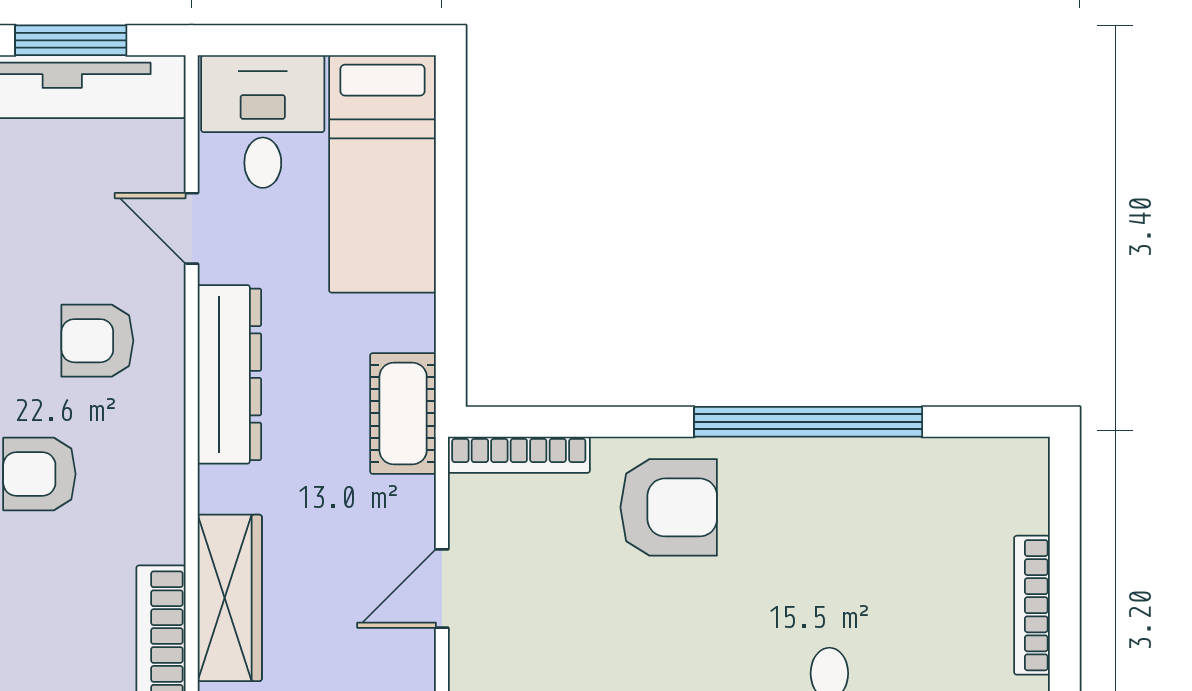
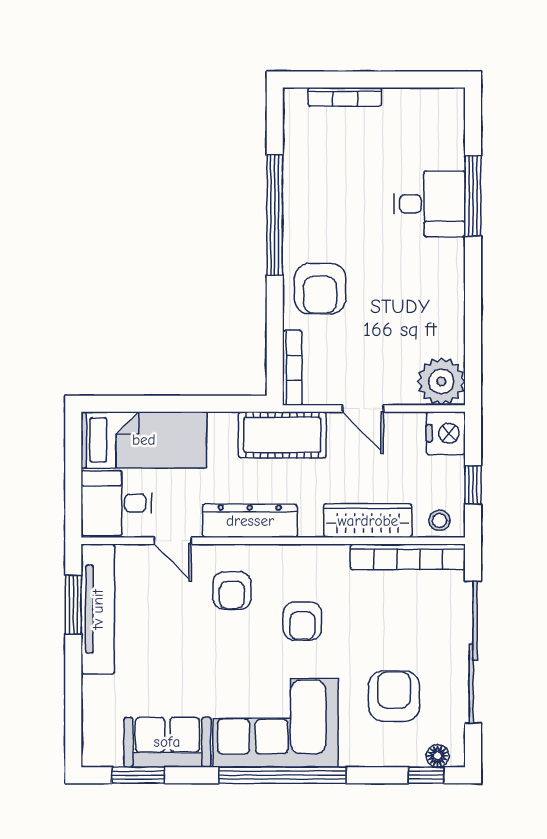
door: (192, 228) -> (173, 541), hinge flipped
cot: (403, 413) -> (282, 435), width x1.37, depth x1.34
armchair: (669, 507) -> (320, 289), turned 180
bookcase: (1032, 605) -> (345, 97), moved

